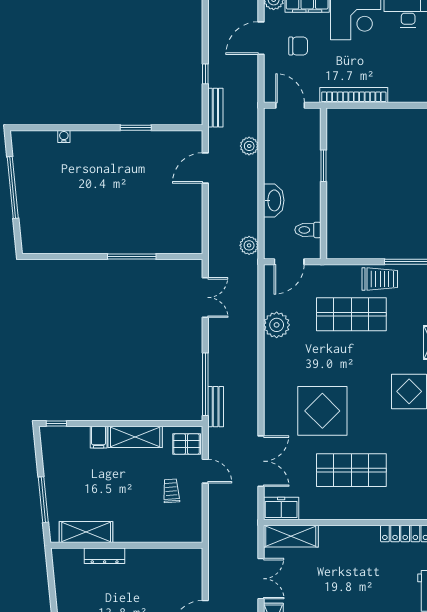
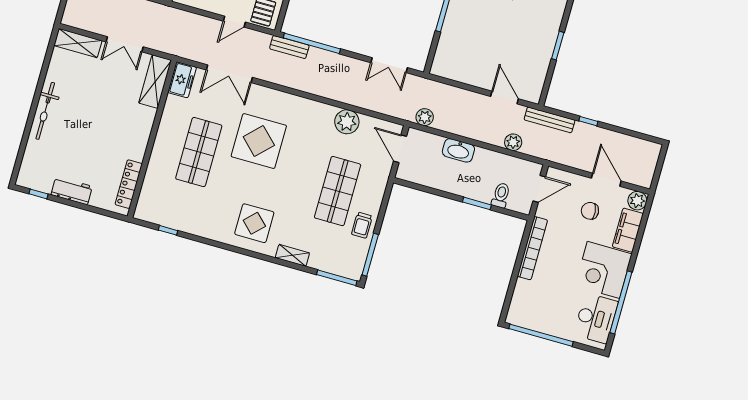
chair: (298, 46) -> (590, 211), turned 84
bench: (215, 108) -> (549, 120), width x1.36
toilet: (308, 230) -> (501, 195), moved
trolley: (380, 279) -> (362, 225), width x0.73, depth x0.72

